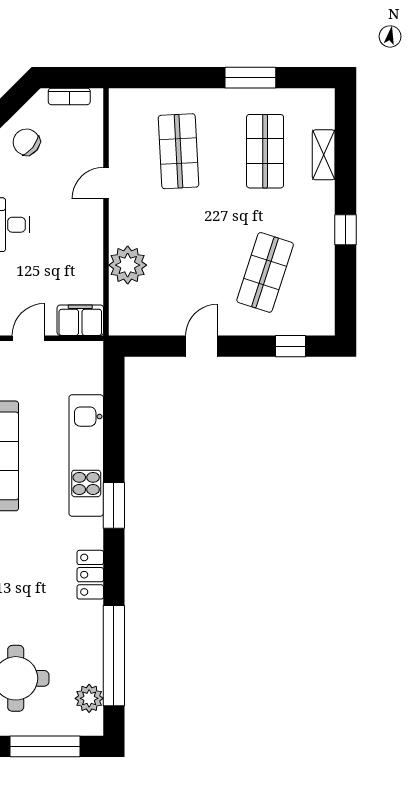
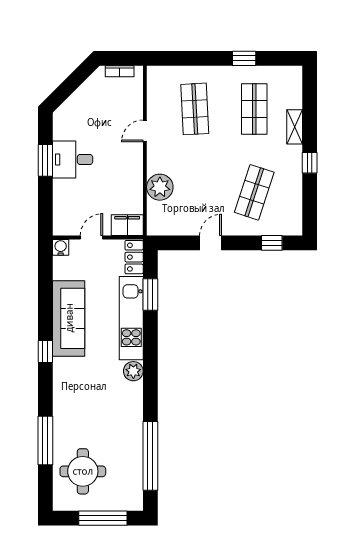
window: (250, 78) -> (244, 58), width x0.67
chair: (26, 142) -> (90, 103), removed
shelving: (324, 155) -> (295, 127), moved
window: (114, 505) -> (150, 295), moved
locker: (90, 575) -> (134, 257), moved
plant: (89, 698) -> (133, 371), moved

